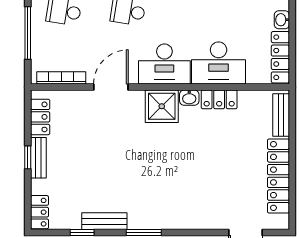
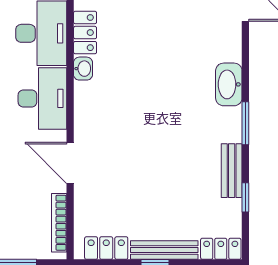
shower: (162, 106) -> (93, 102), removed
bench: (38, 158) -> (164, 250), width x1.36
washbasin: (176, 219) -> (229, 84), added

